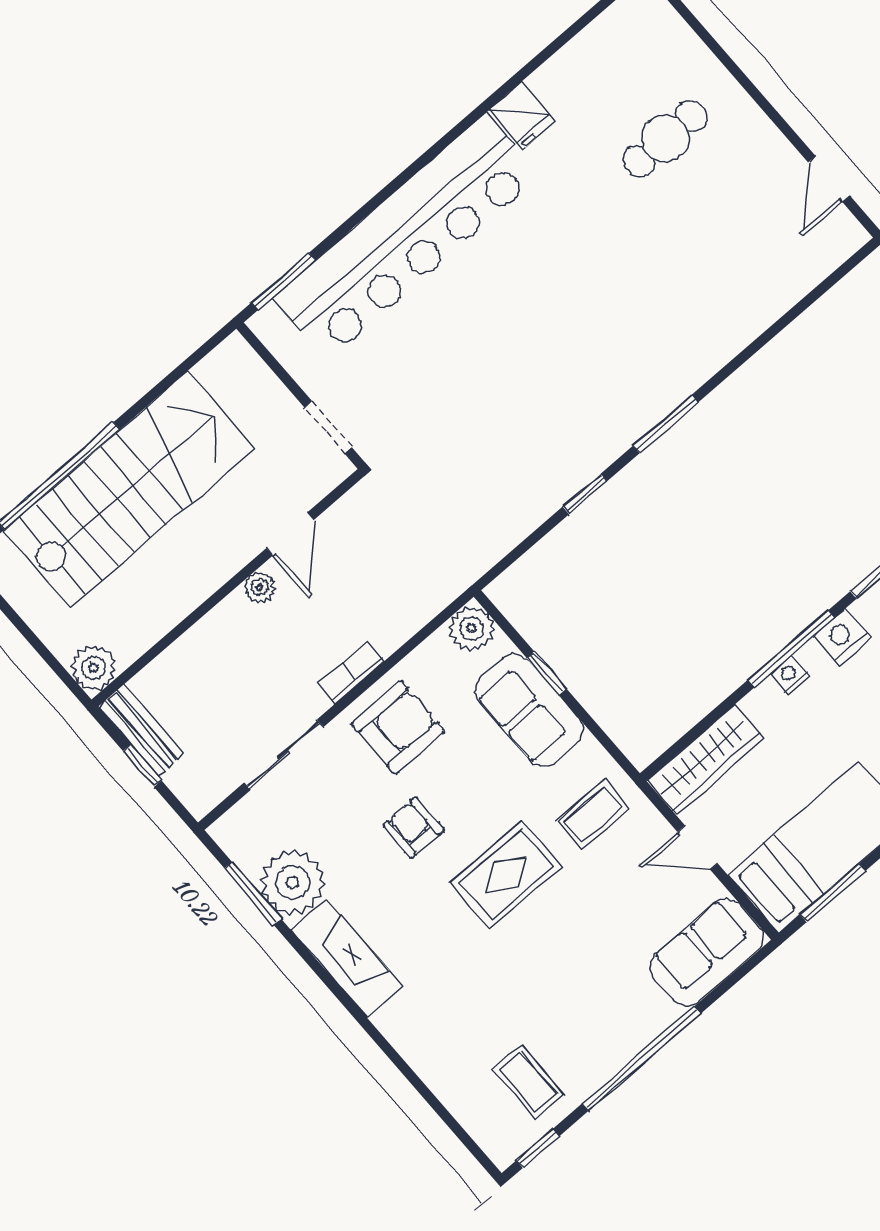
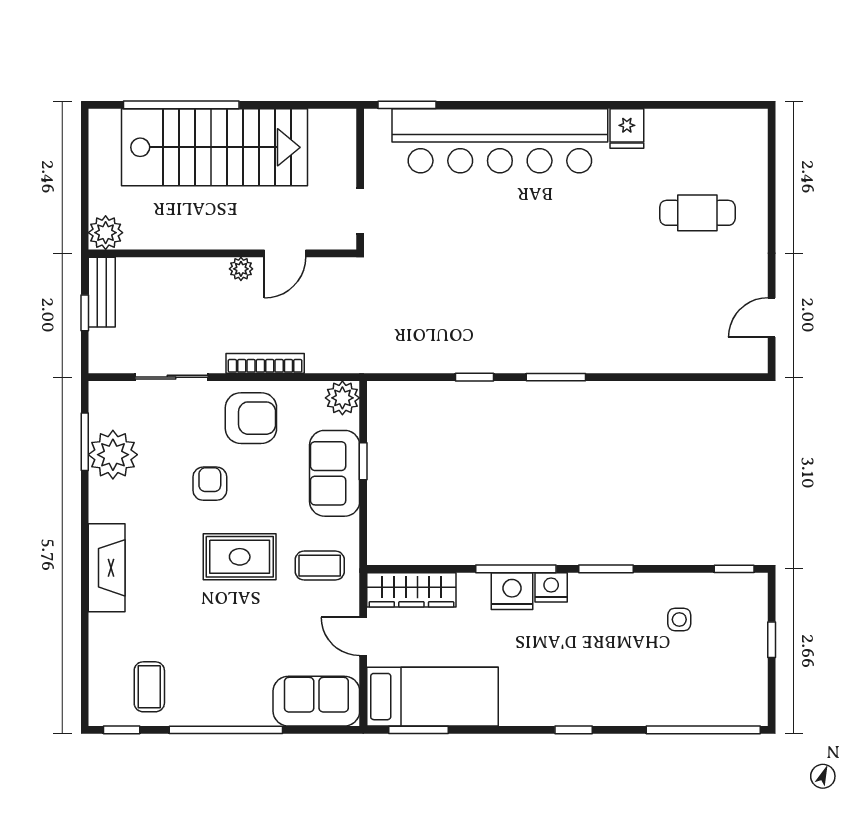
bookcase: (351, 673) -> (265, 363), width x1.56
nightstand: (790, 675) -> (512, 591), width x1.89, depth x1.79
fireplace: (347, 959) -> (107, 568), moved

